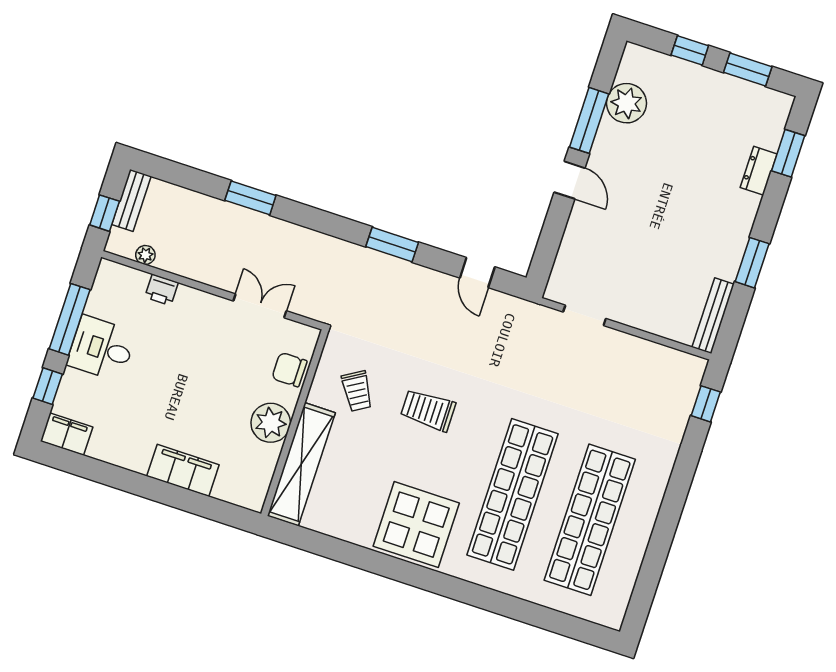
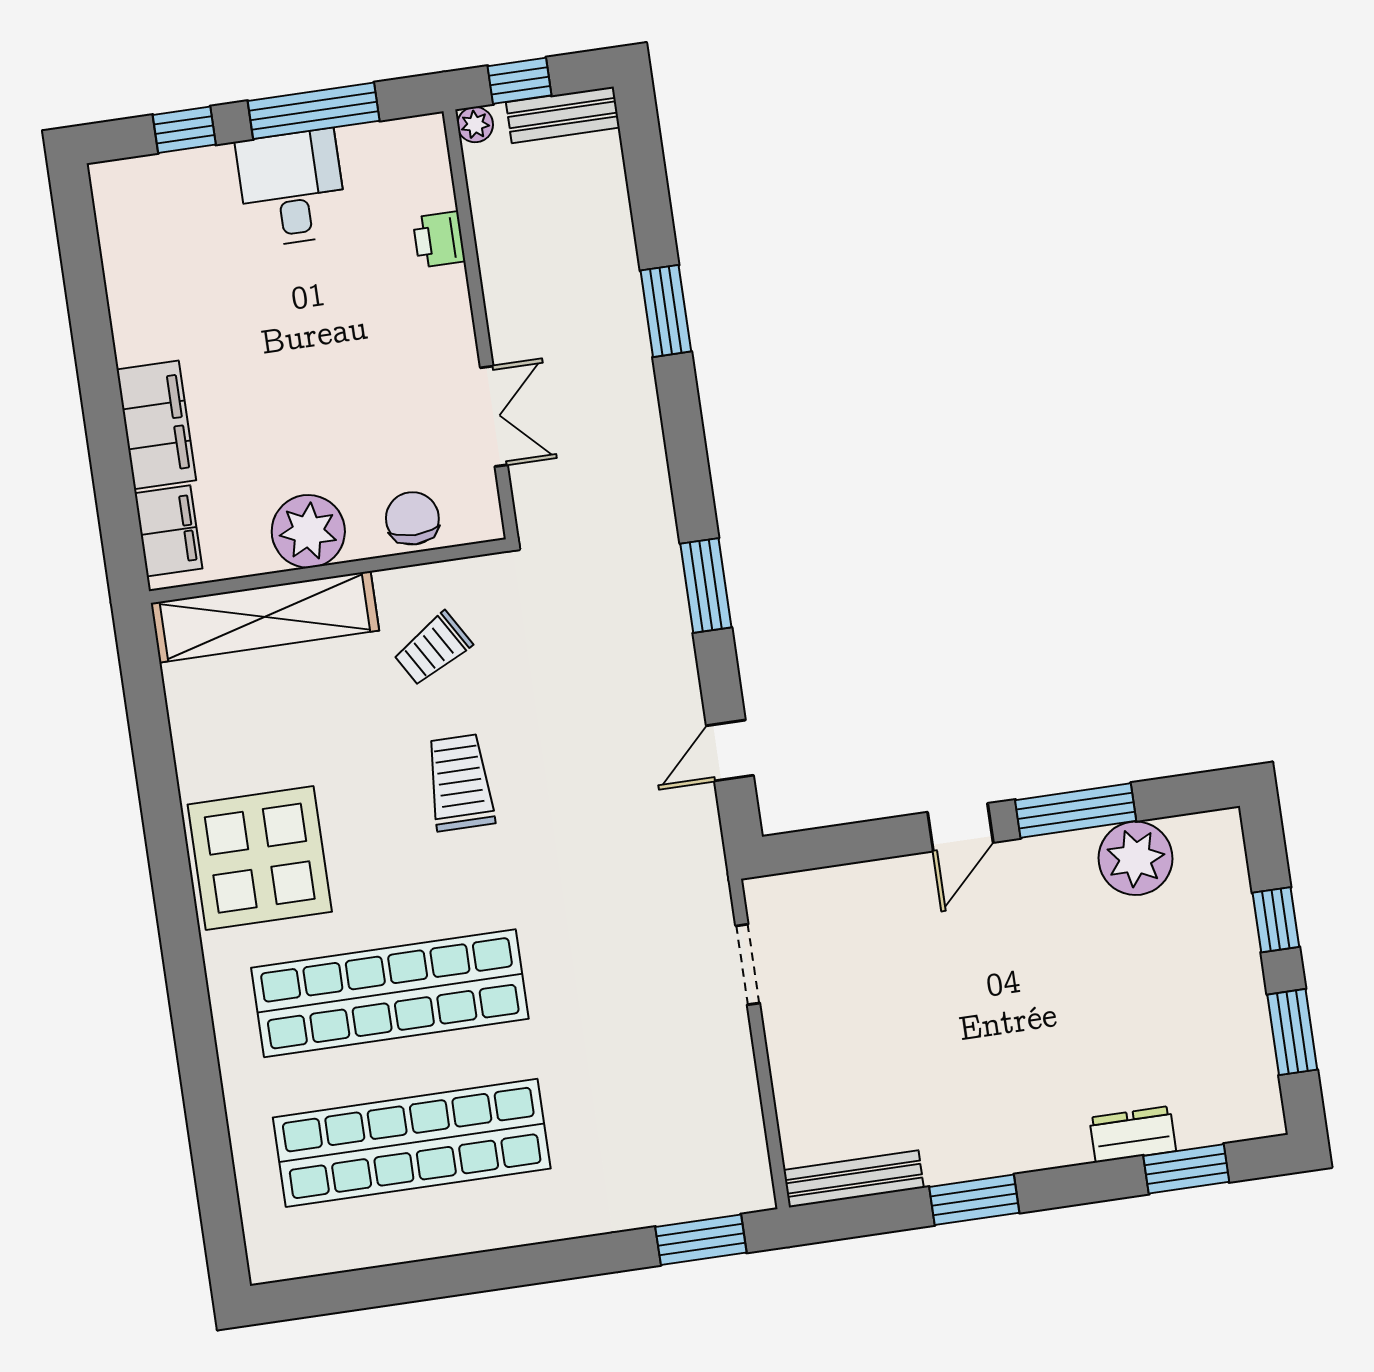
plant: (145, 255) -> (475, 125), moved
window: (706, 404) -> (701, 1240), width x1.50
filing cabinet: (67, 434) -> (168, 531), moved

